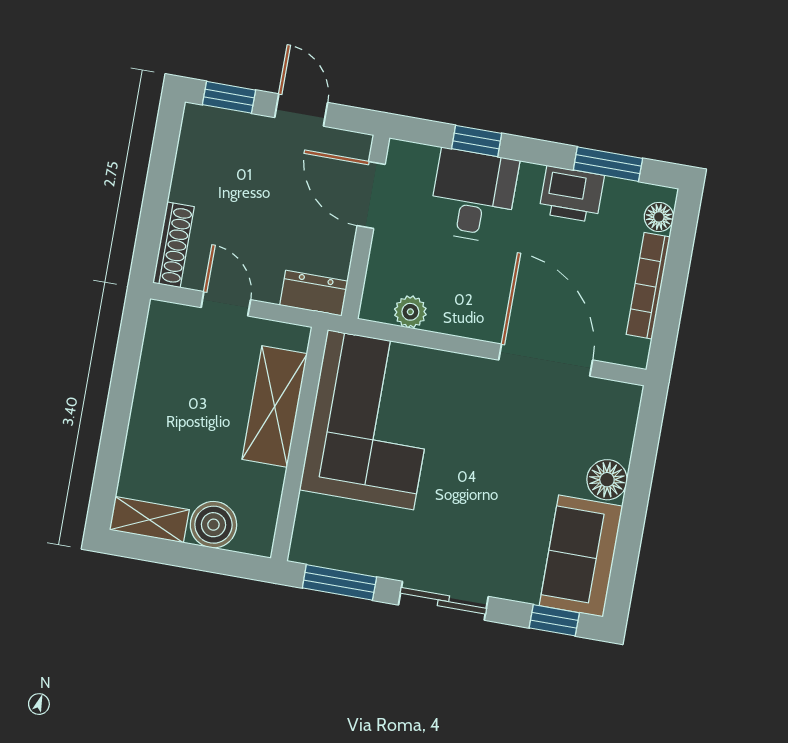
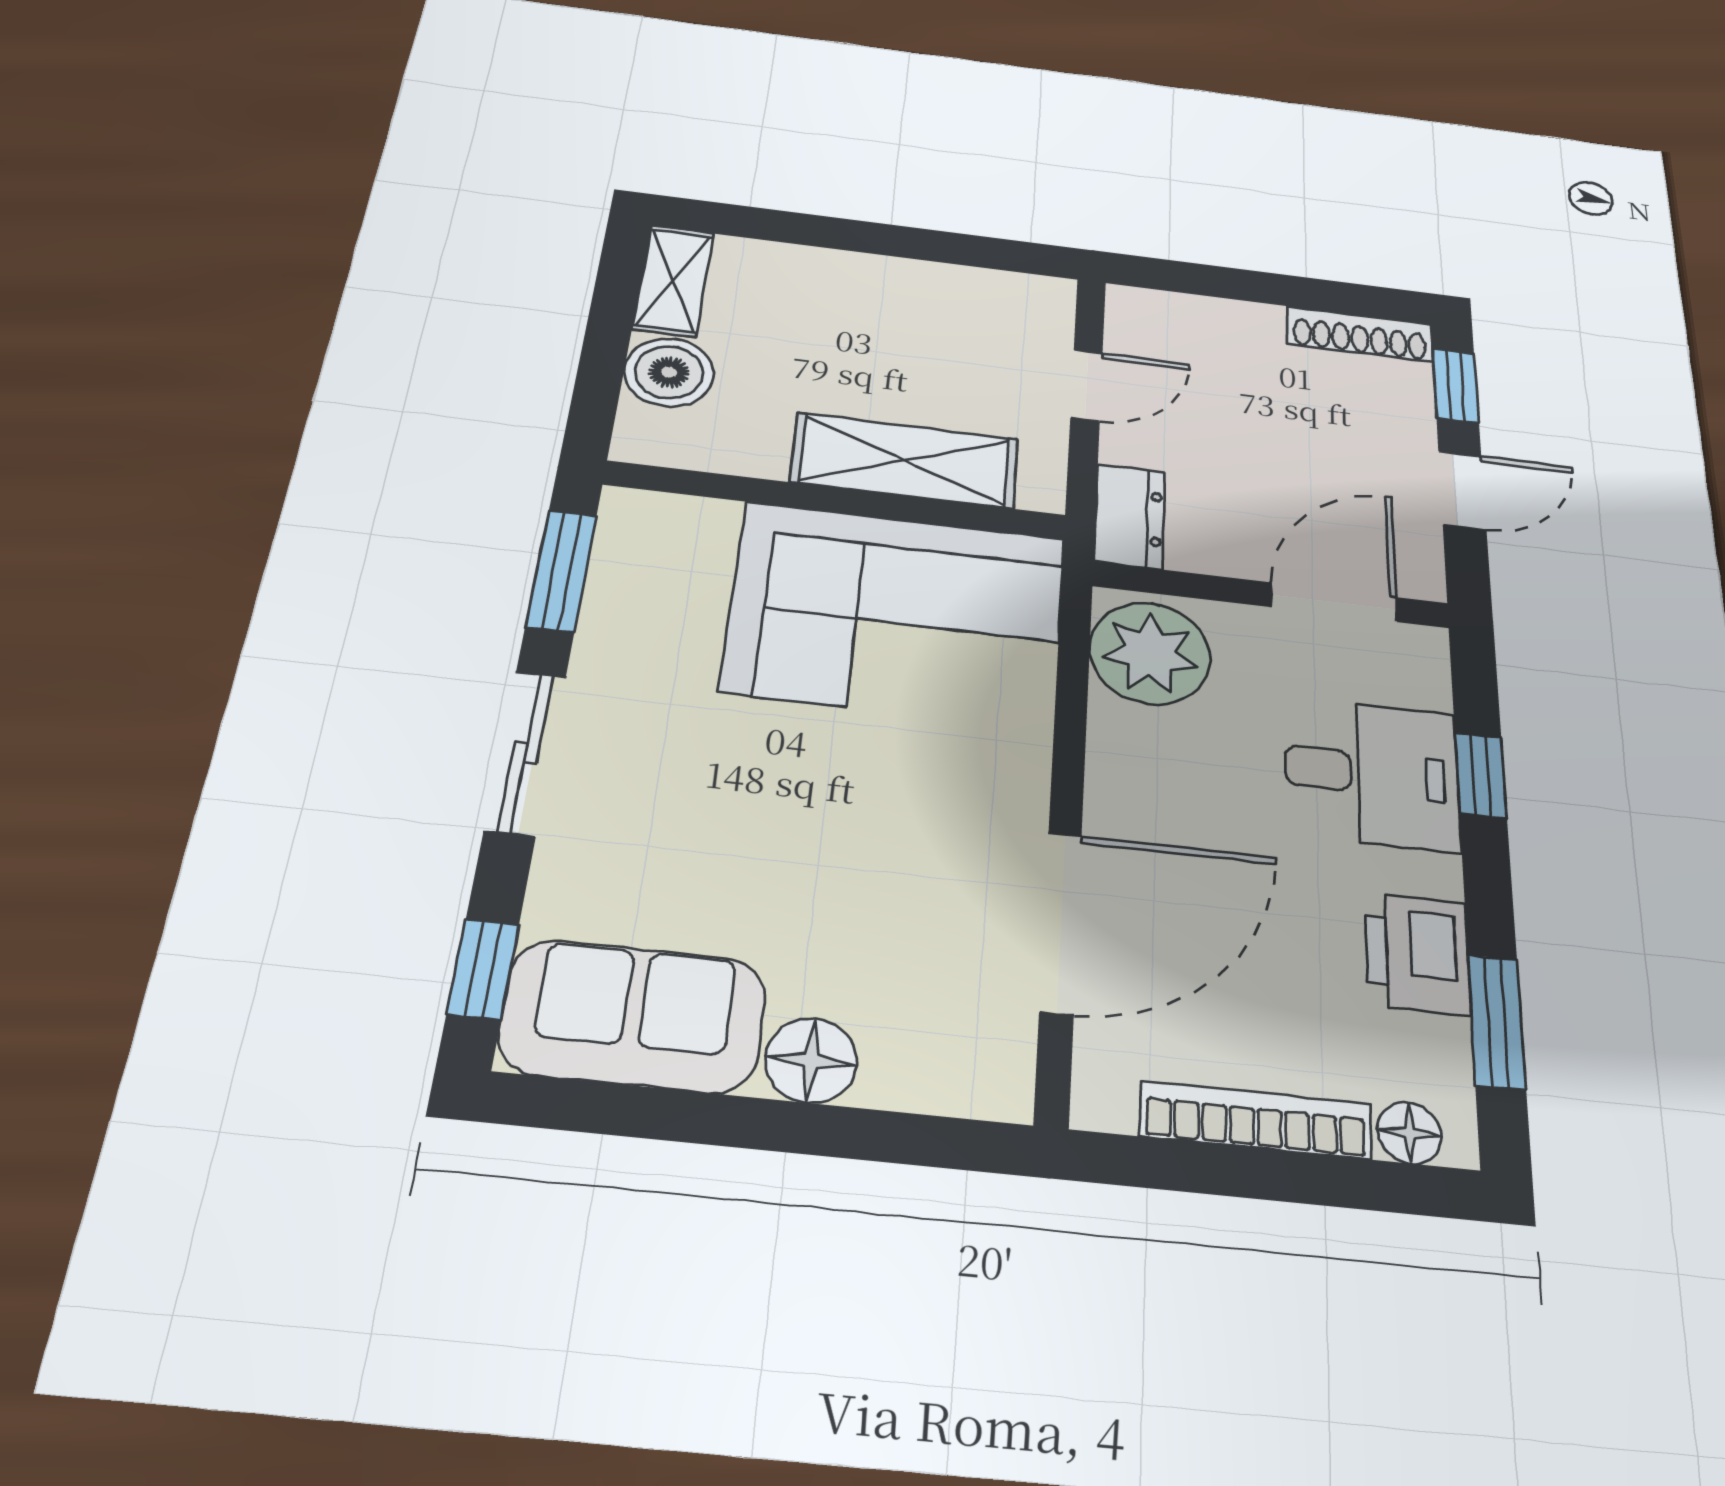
shoe rack: (174, 245) -> (1360, 334), moved
plant: (410, 312) -> (1150, 653), width x1.88, depth x1.88

